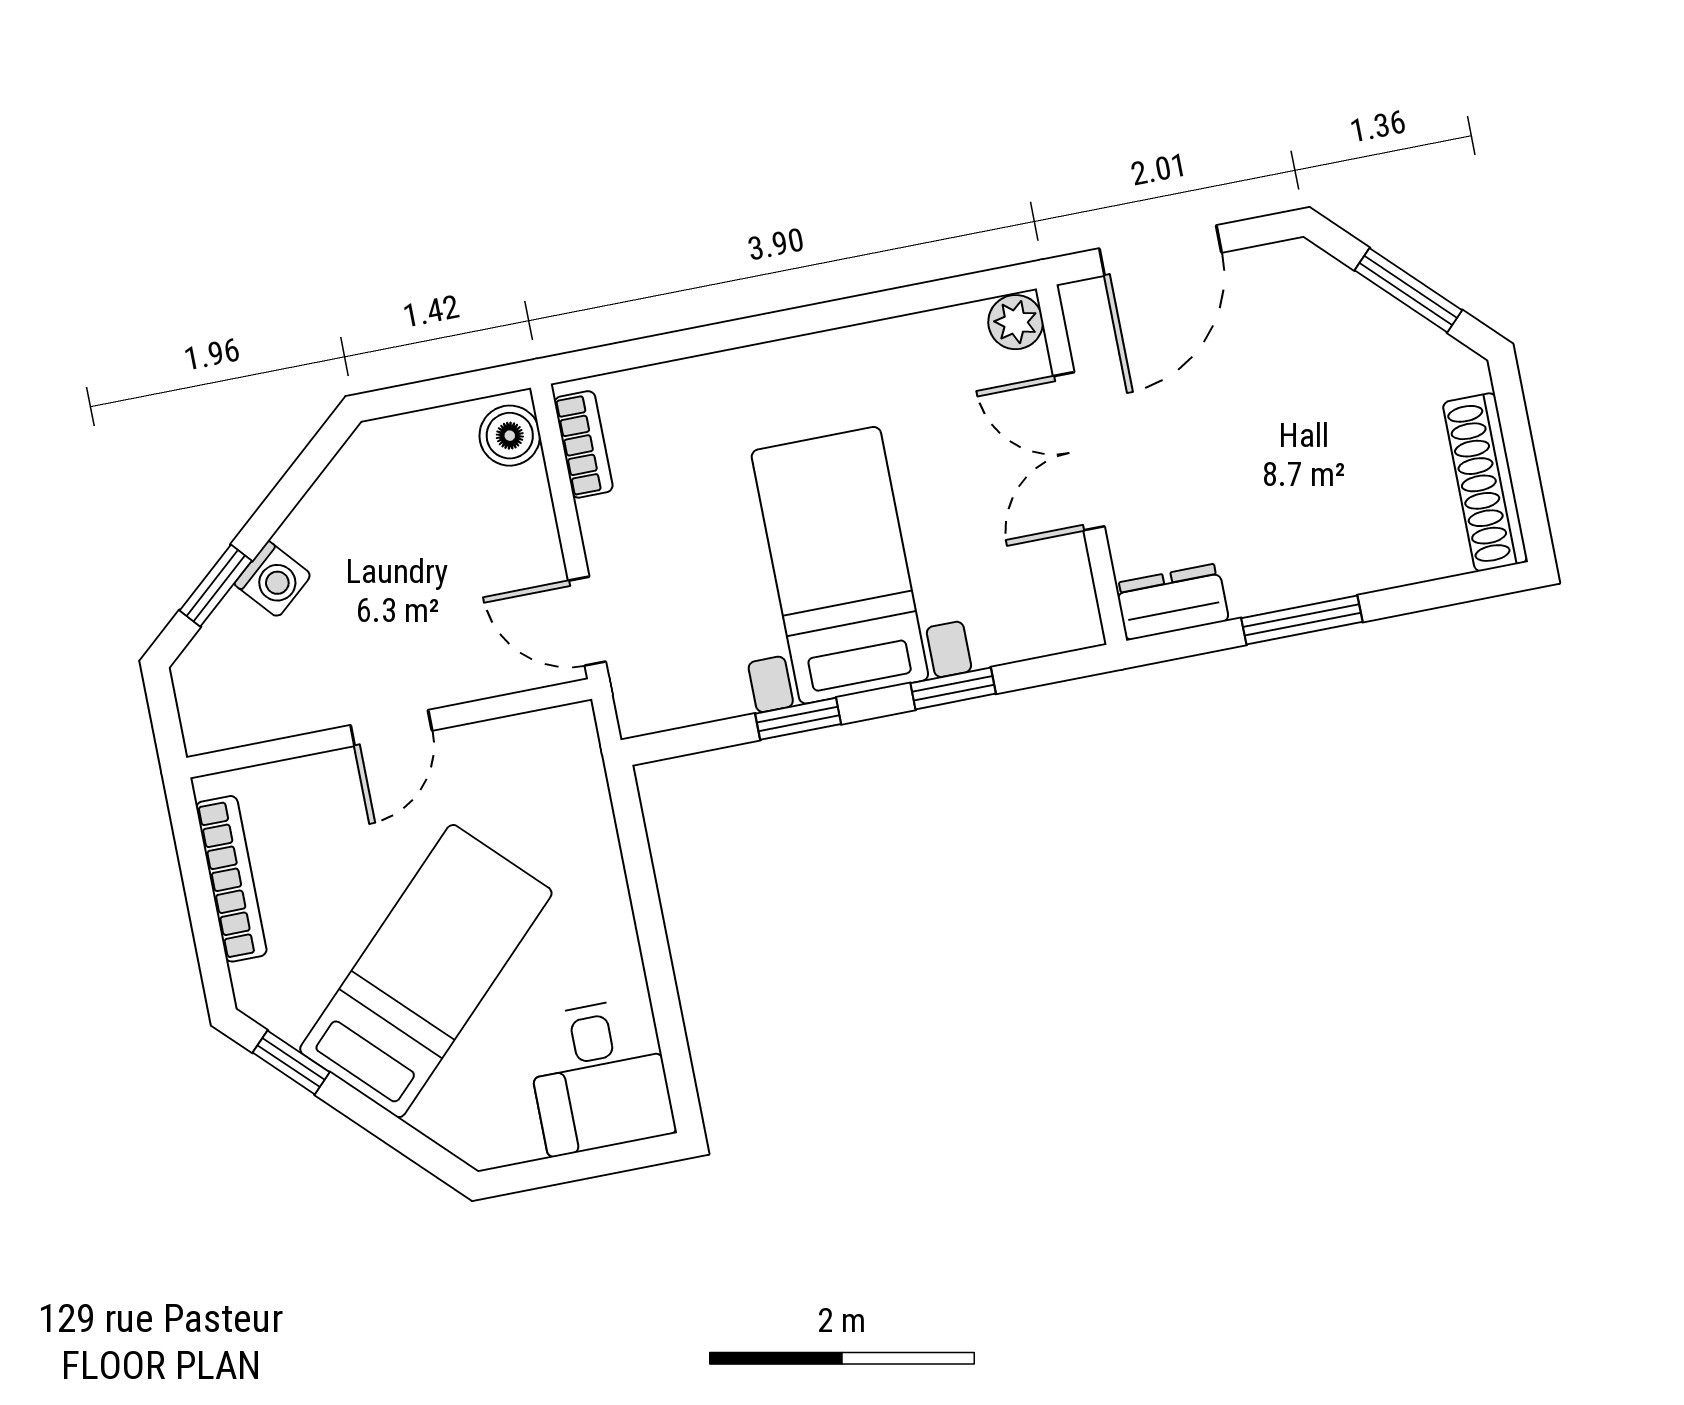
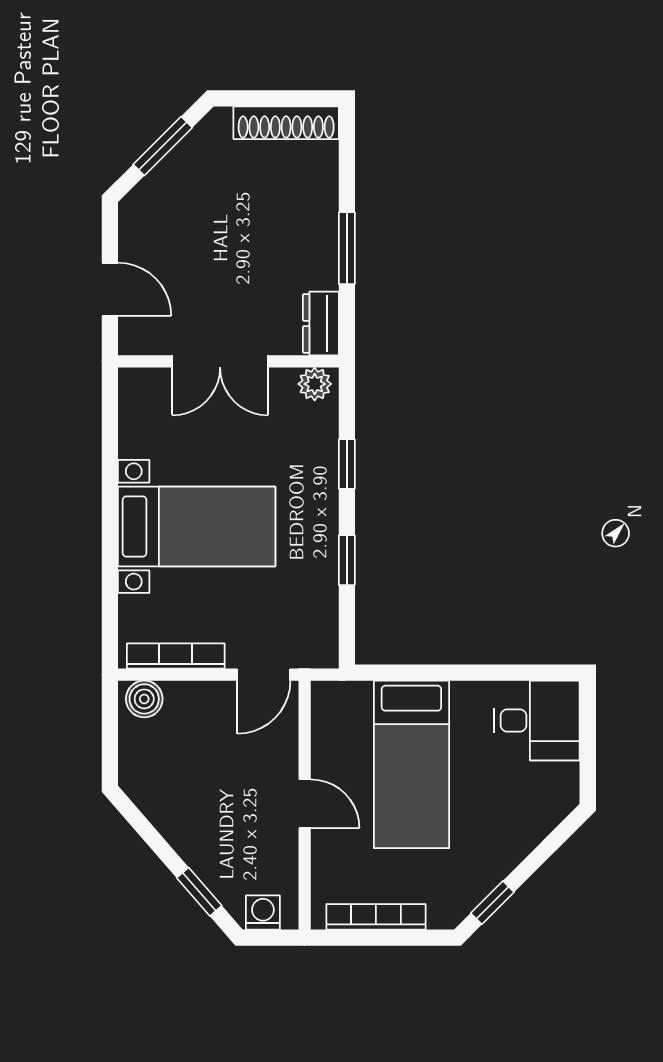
door: (1160, 251) -> (110, 289), width x0.73
plant: (1016, 322) -> (315, 384), moved
bookcase: (583, 444) -> (176, 656), width x1.56
bed with nightstands: (840, 565) -> (197, 526), moved, turned 180
washing machine: (273, 579) -> (263, 912), moved, turned -49
bed: (426, 971) -> (411, 764), moved, turned -135

